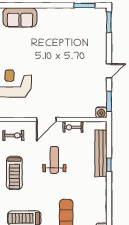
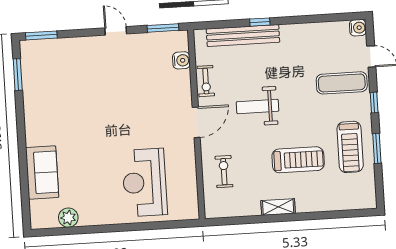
water cooler: (101, 112) -> (181, 60), moved
door: (46, 119) -> (196, 122), hinge flipped
treadmill: (14, 173) -> (298, 160), moved

